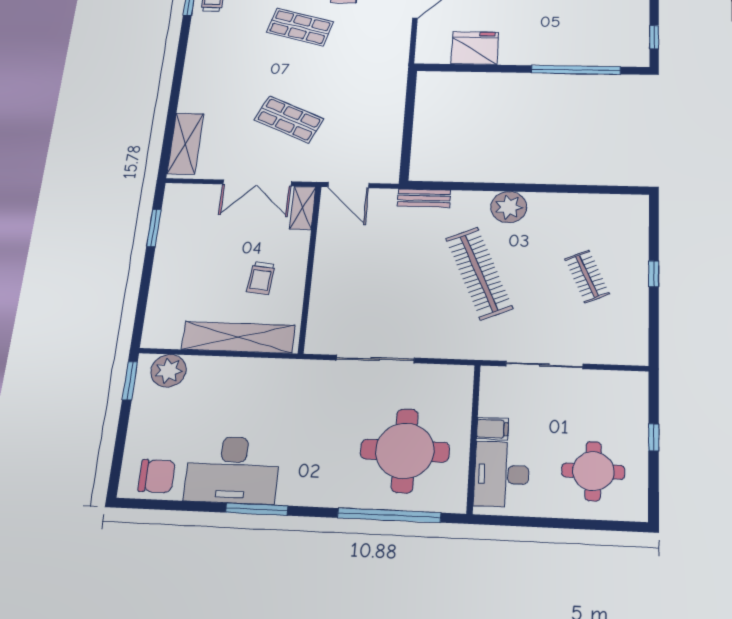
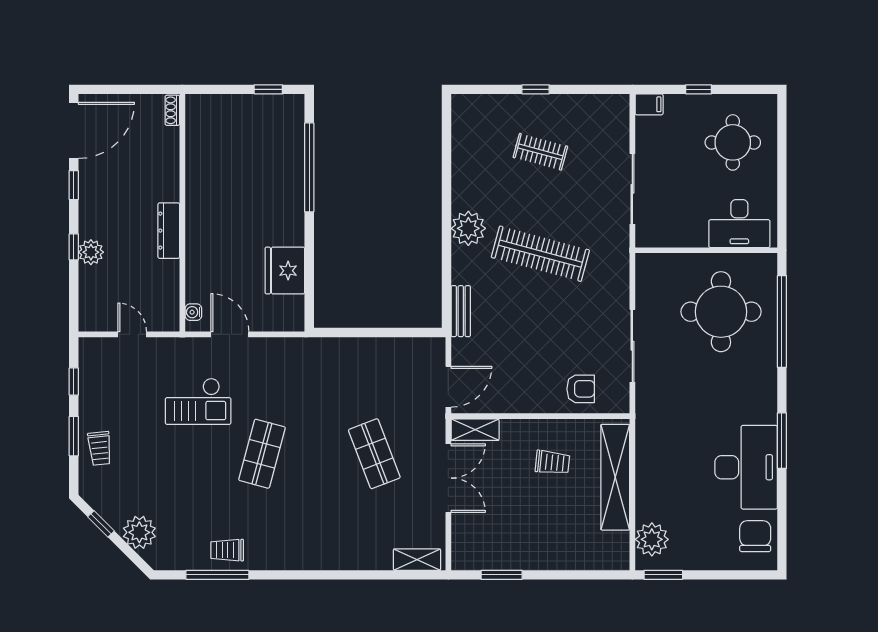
shop shelf: (289, 119) -> (374, 454), turned -45
shelving: (185, 144) -> (417, 560), width x0.67, depth x0.75
clothes rail: (479, 273) -> (540, 254), turned 39
clothes rail: (587, 276) -> (540, 152), turned 39
armchair: (334, 307) -> (581, 389), added
filing cabinet: (493, 429) -> (649, 104), moved, turned 90

